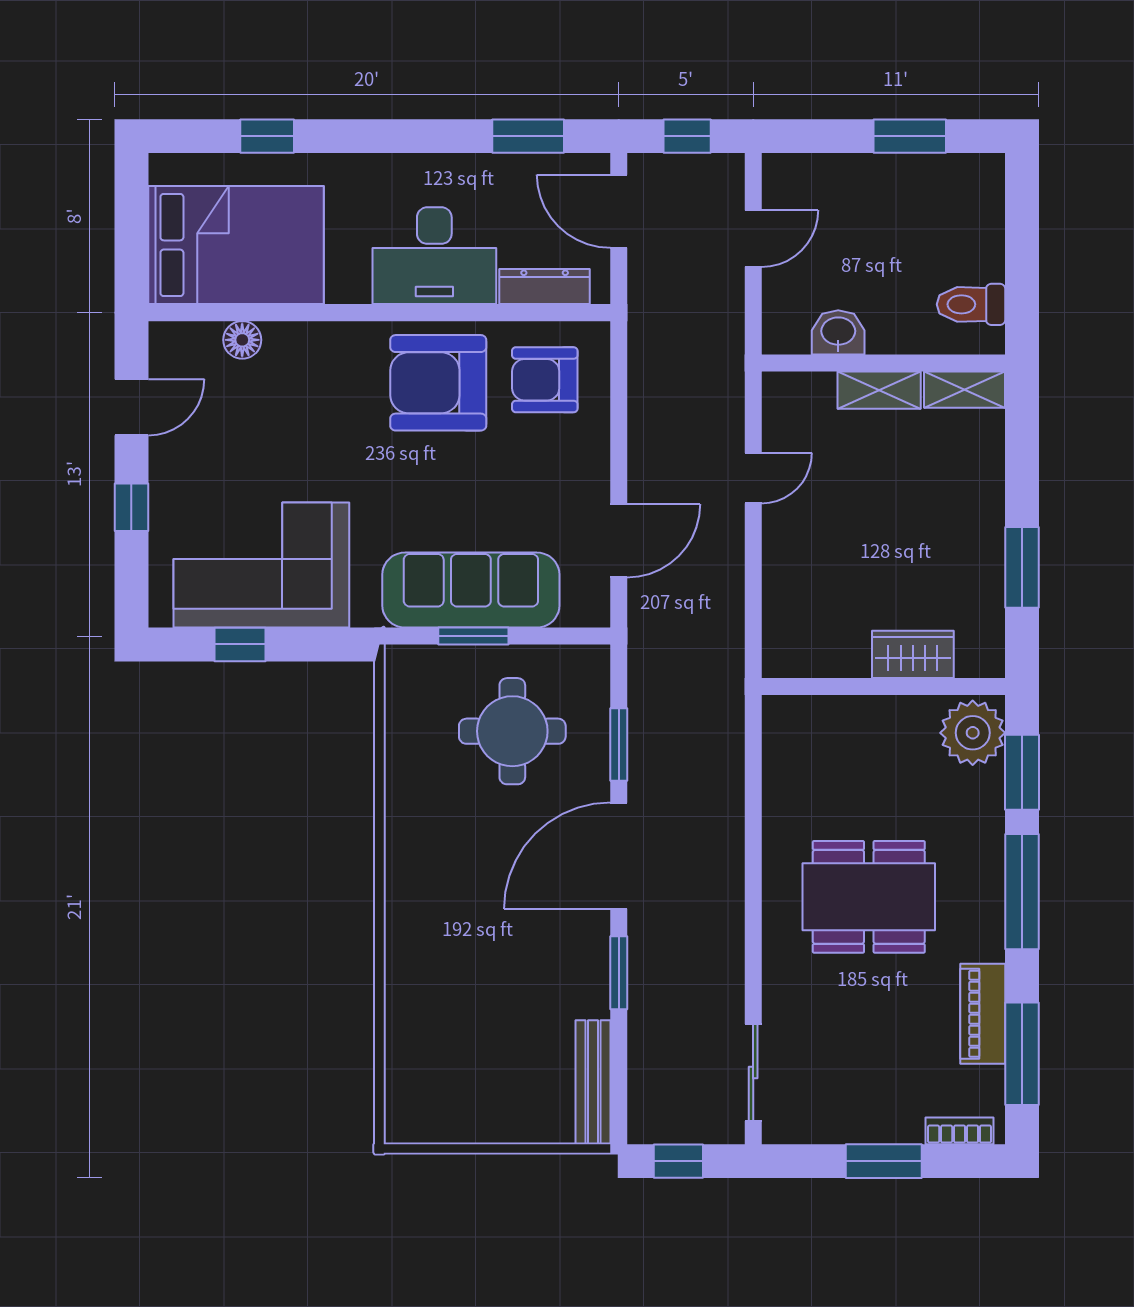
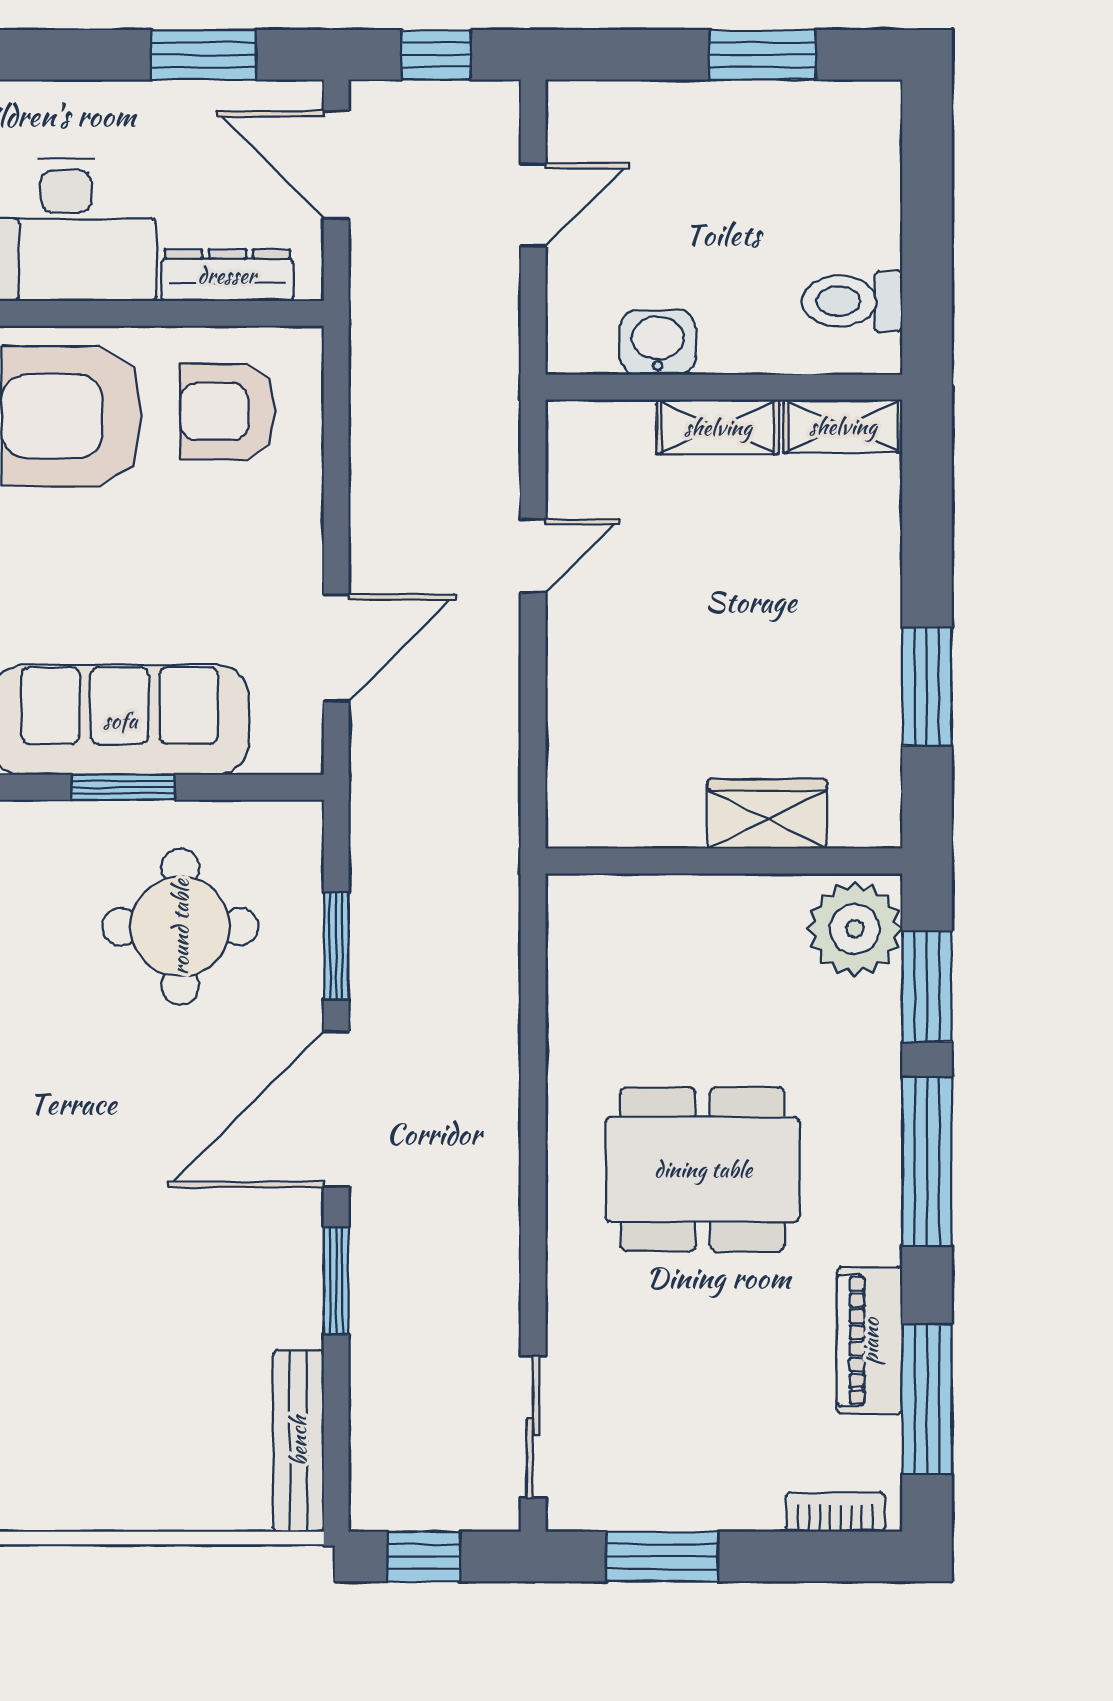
window: (884, 1161) -> (662, 1556), moved

